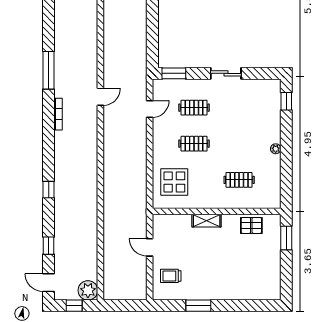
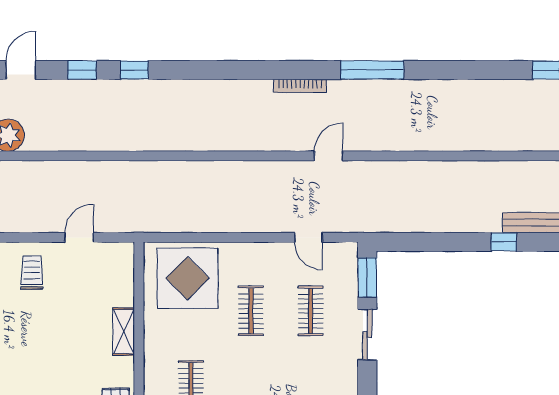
sliding door: (226, 73) -> (367, 335), moved
door: (100, 97) -> (329, 156), swing flipped
display table: (174, 182) -> (187, 278), width x1.36, depth x1.36
window: (49, 190) -> (134, 70), moved

